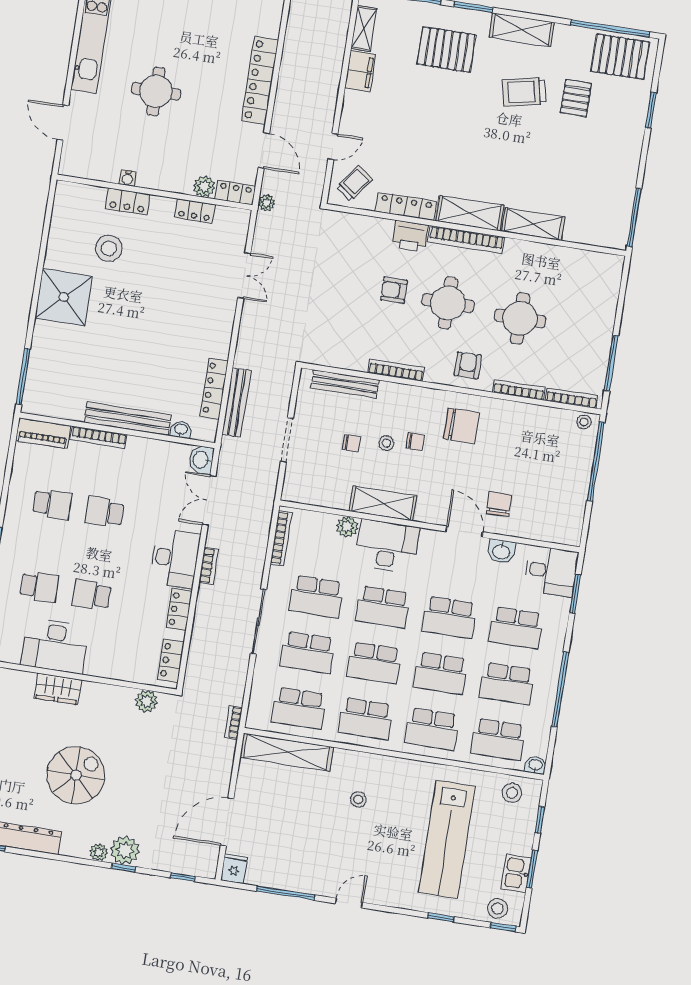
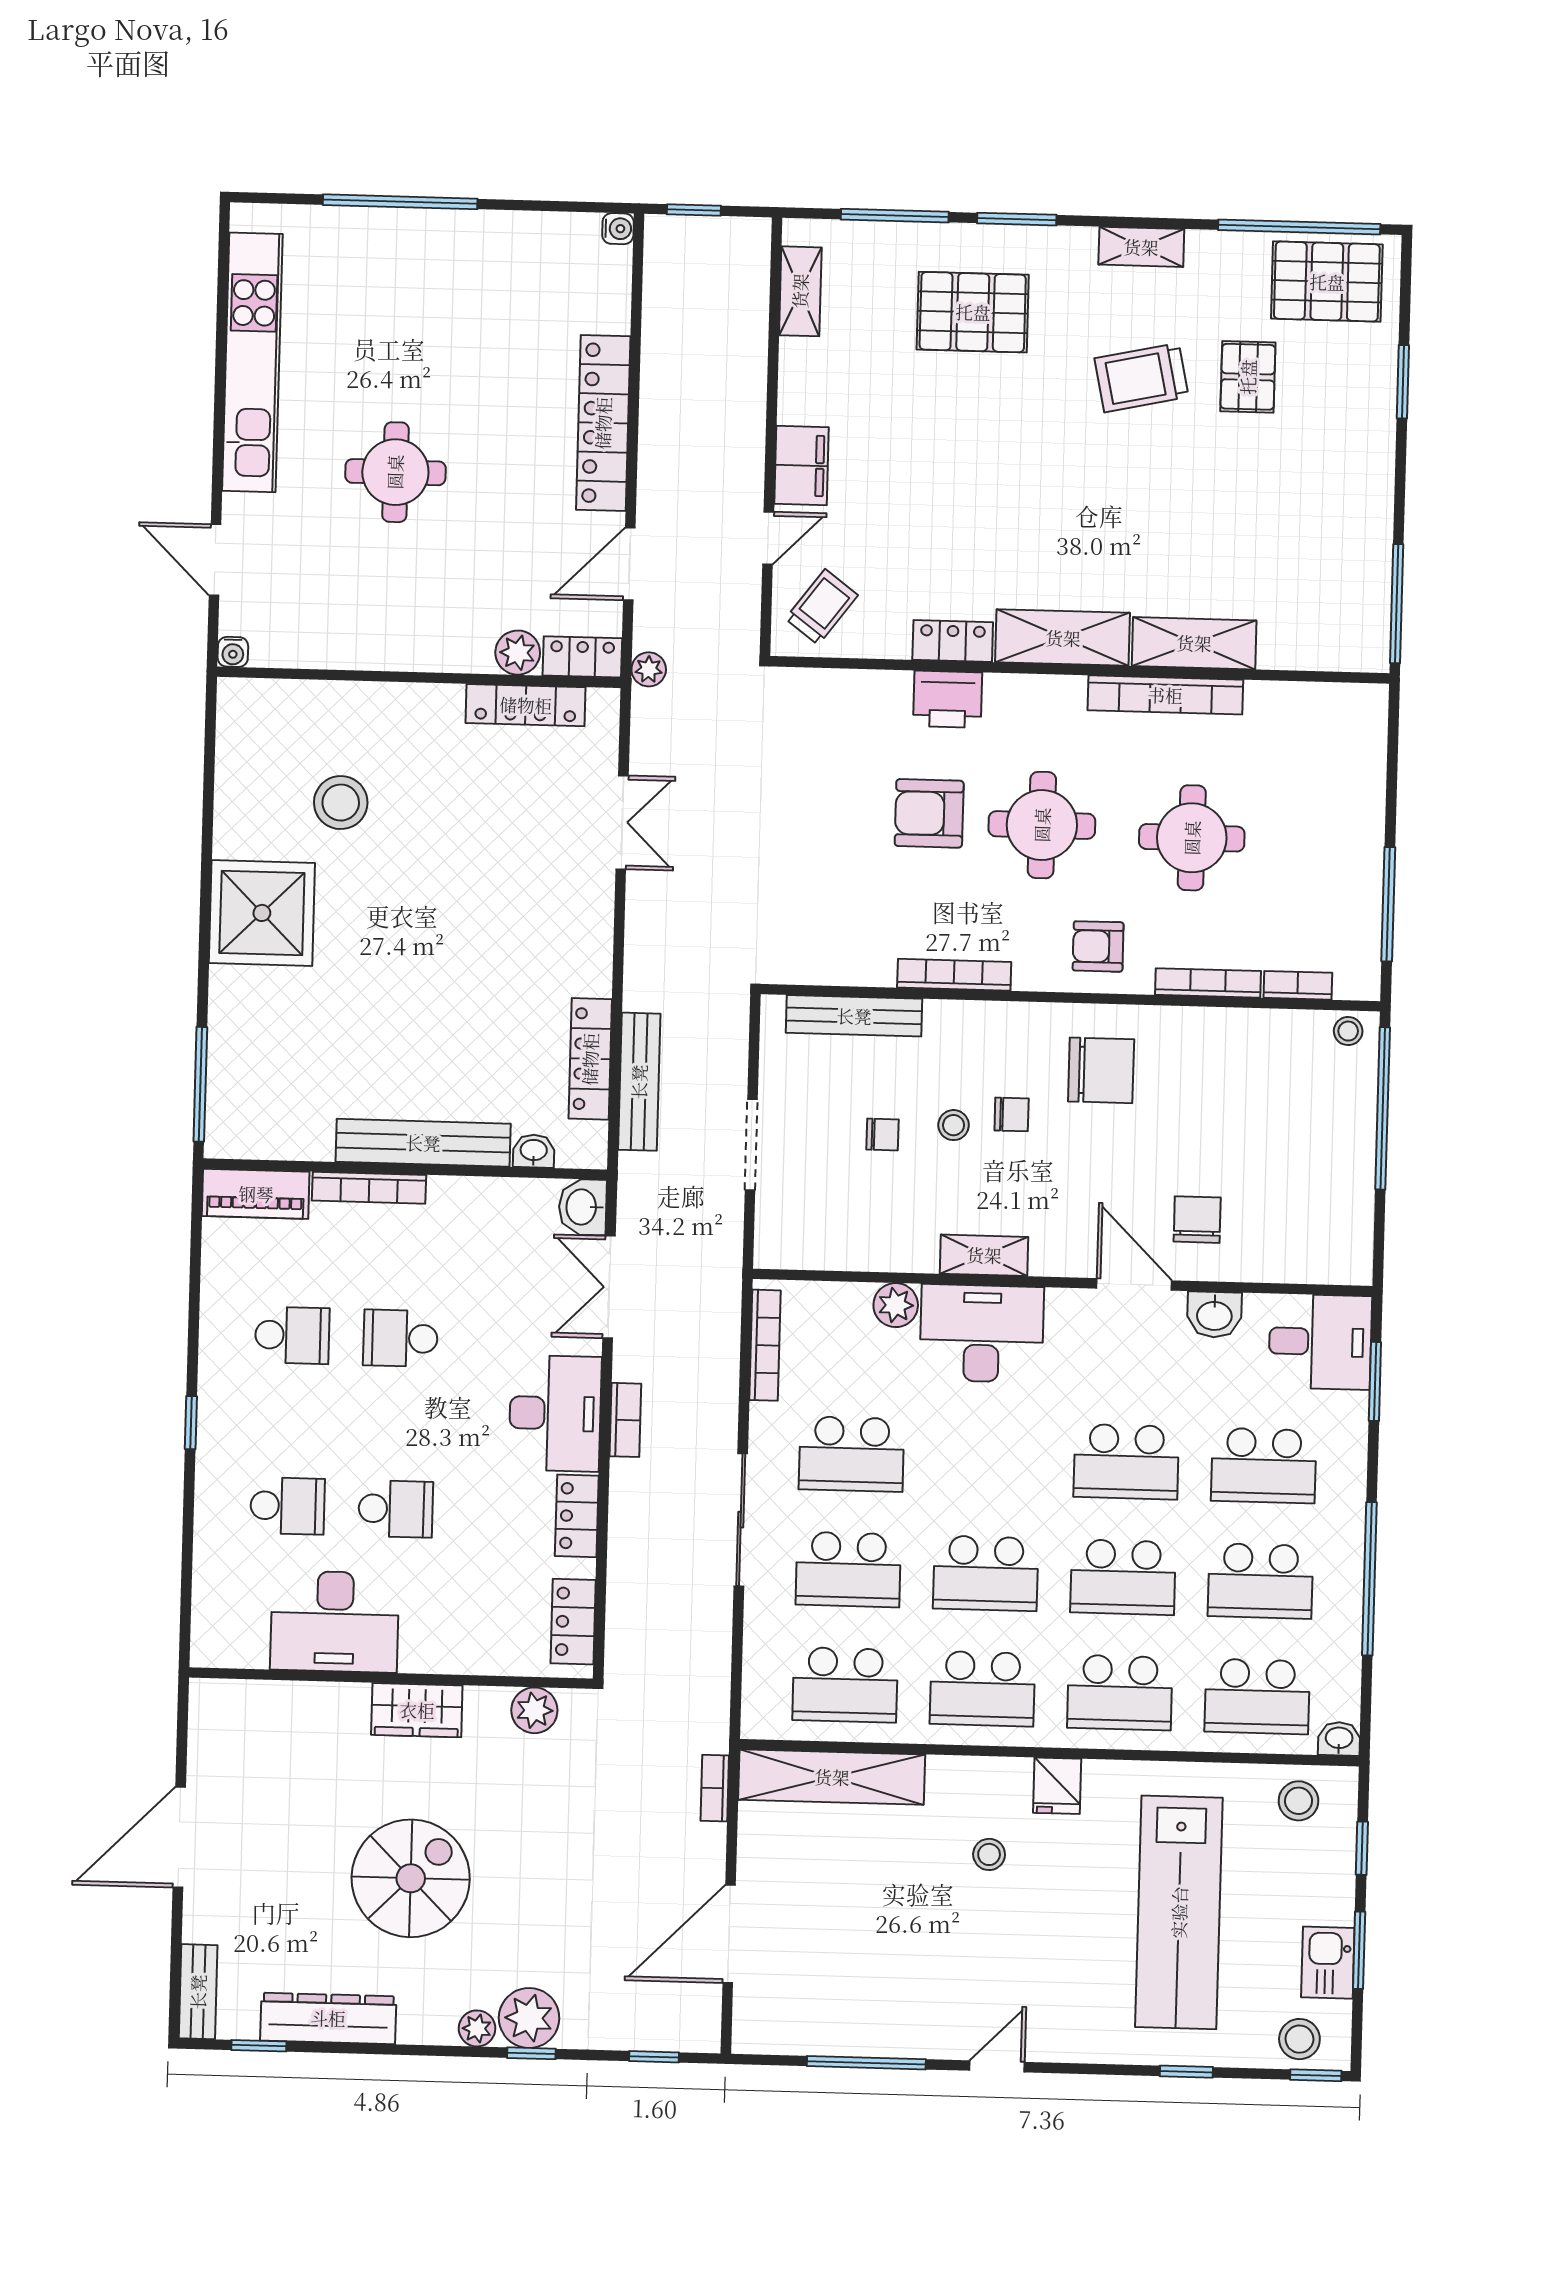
shelving: (522, 30) -> (1141, 247), width x0.67, depth x0.75
filing cabinet: (360, 71) -> (801, 465), moved
door: (264, 150) -> (629, 564), swing flipped
water cooler: (128, 178) -> (233, 652), moved
locker: (128, 202) -> (367, 703), removed
locker: (406, 206) -> (953, 641), width x0.66
locker: (195, 211) -> (526, 705), width x1.53
bookcase: (466, 240) -> (1165, 695), moved
armchair: (394, 290) -> (929, 813), width x1.38, depth x1.38
armchair: (468, 365) -> (1098, 946), turned -90
bookcase: (572, 398) -> (1298, 985), width x0.64
shelving: (383, 503) -> (984, 1255), width x0.67, depth x0.75
school desk: (92, 595) -> (396, 1509), turned 180
school desk: (383, 607) -> (989, 1458), removed
wardrobe: (58, 689) -> (417, 1710), moved
bookcase: (234, 722) -> (715, 1788), moved
fridge: (234, 869) -> (1057, 1786), moved, turned 180

